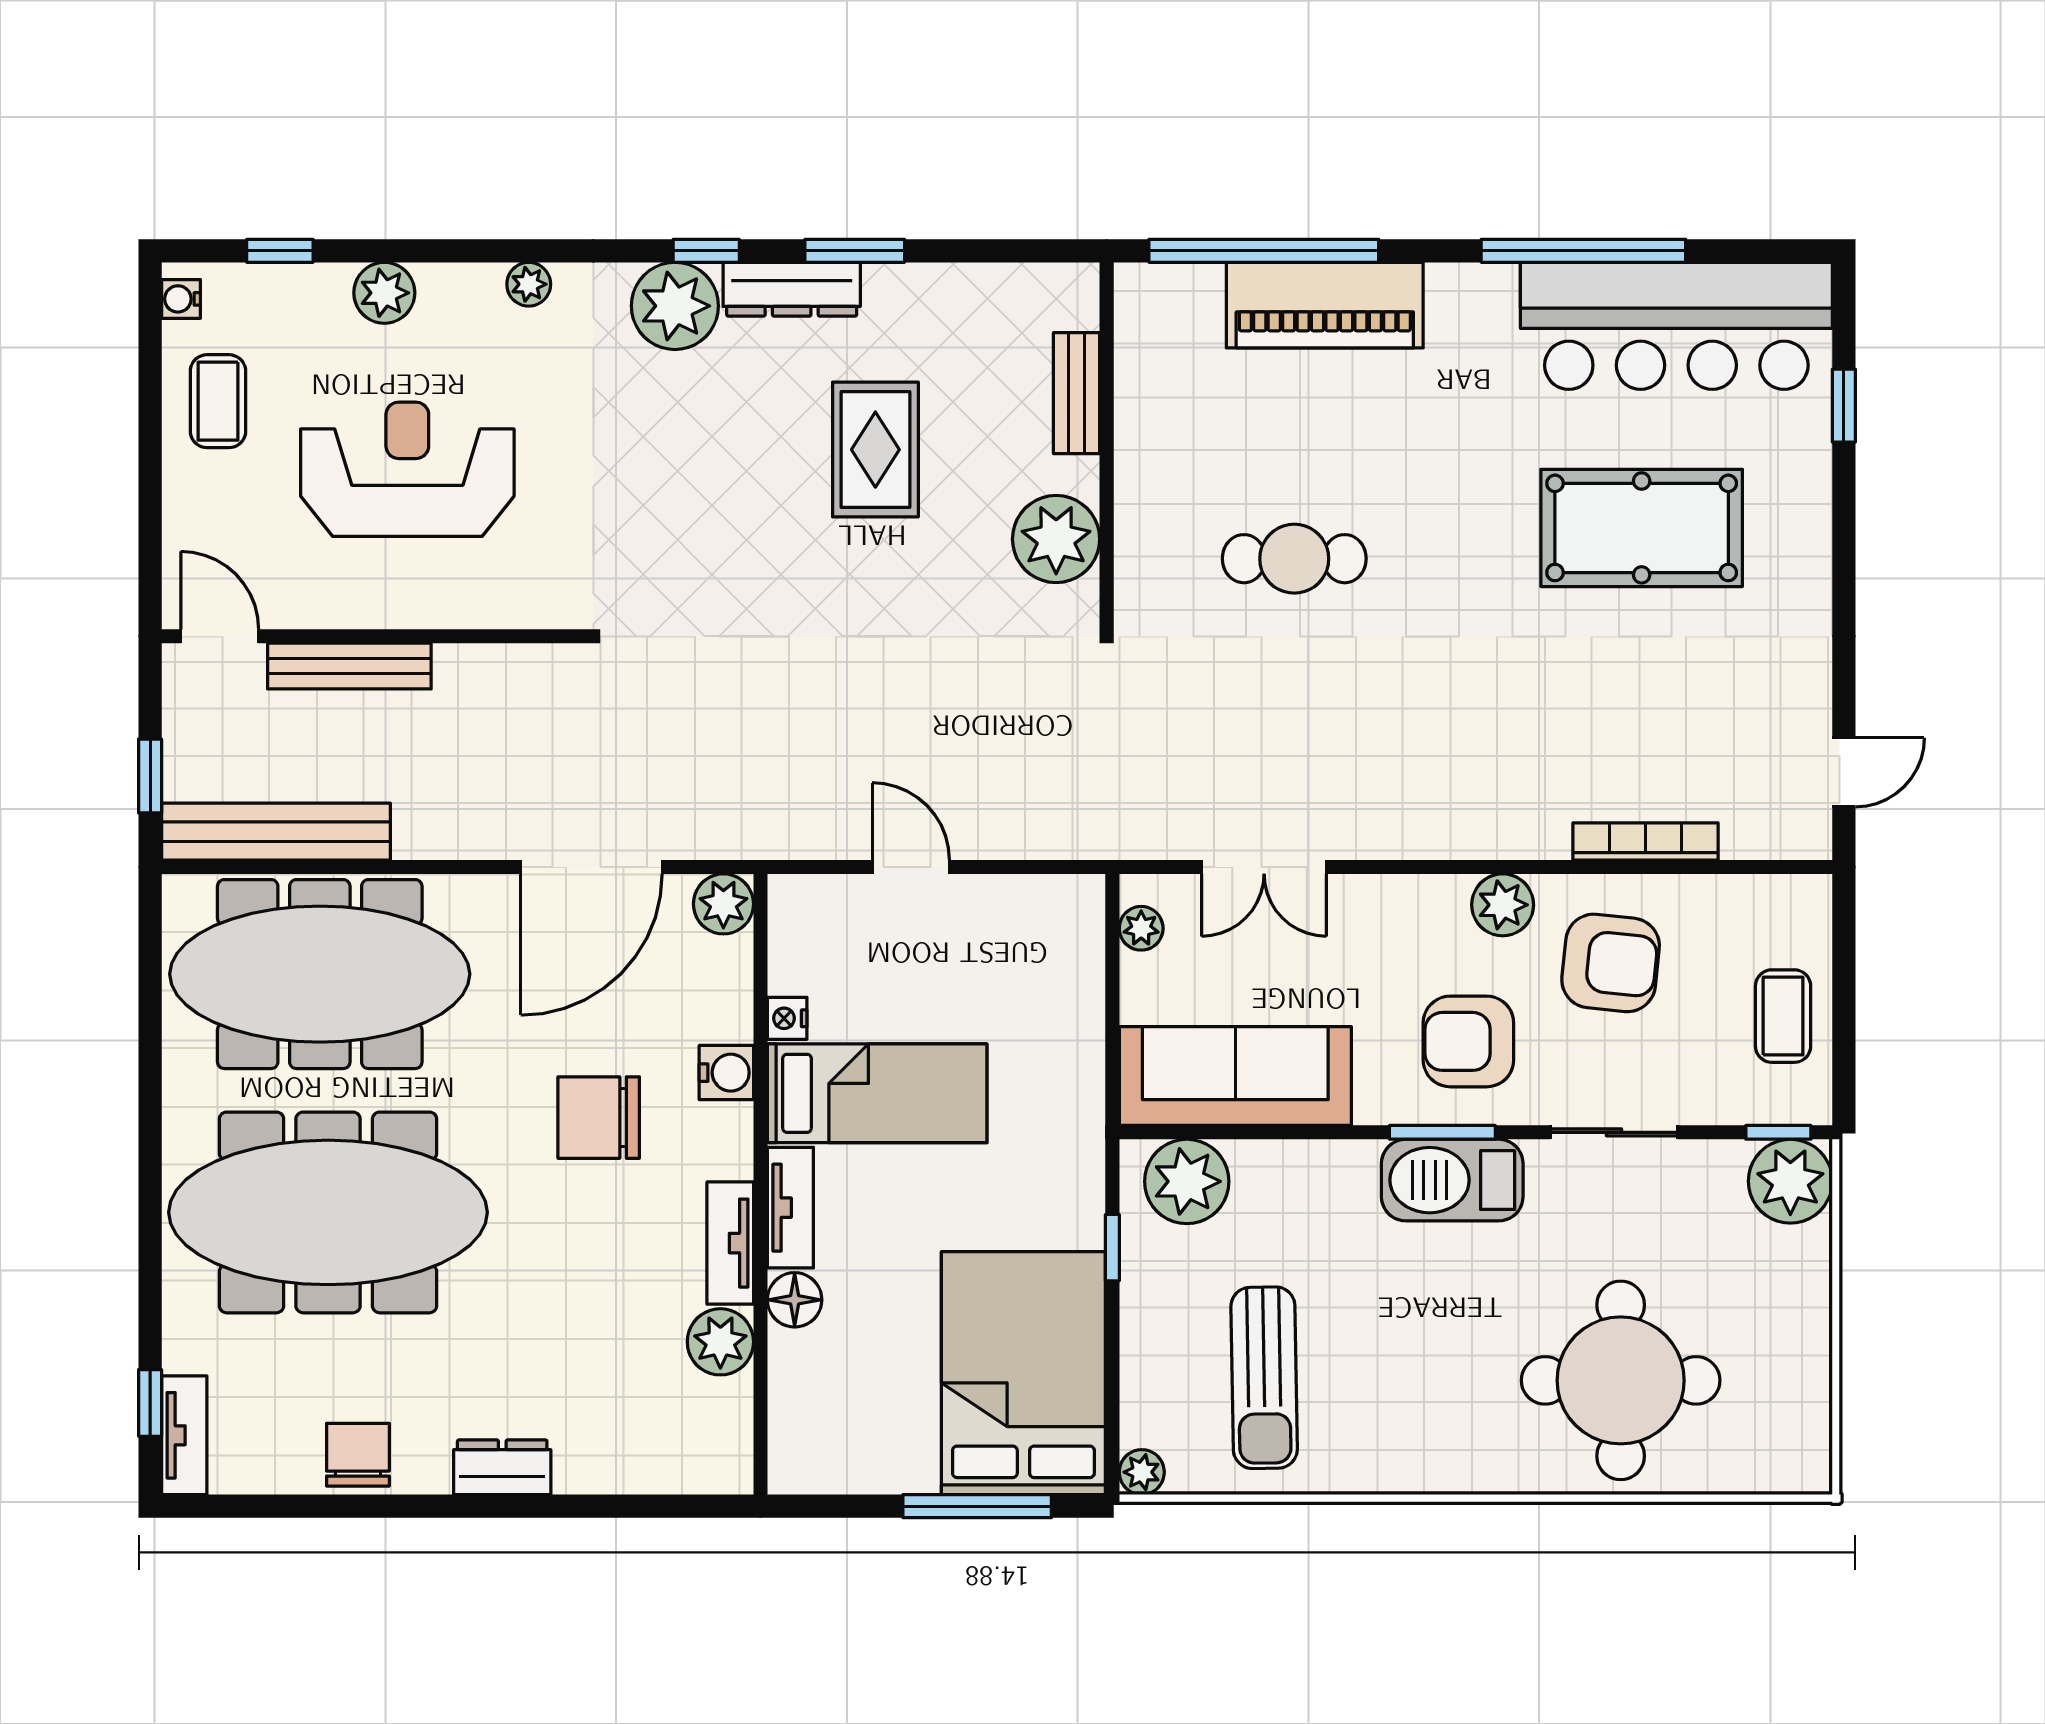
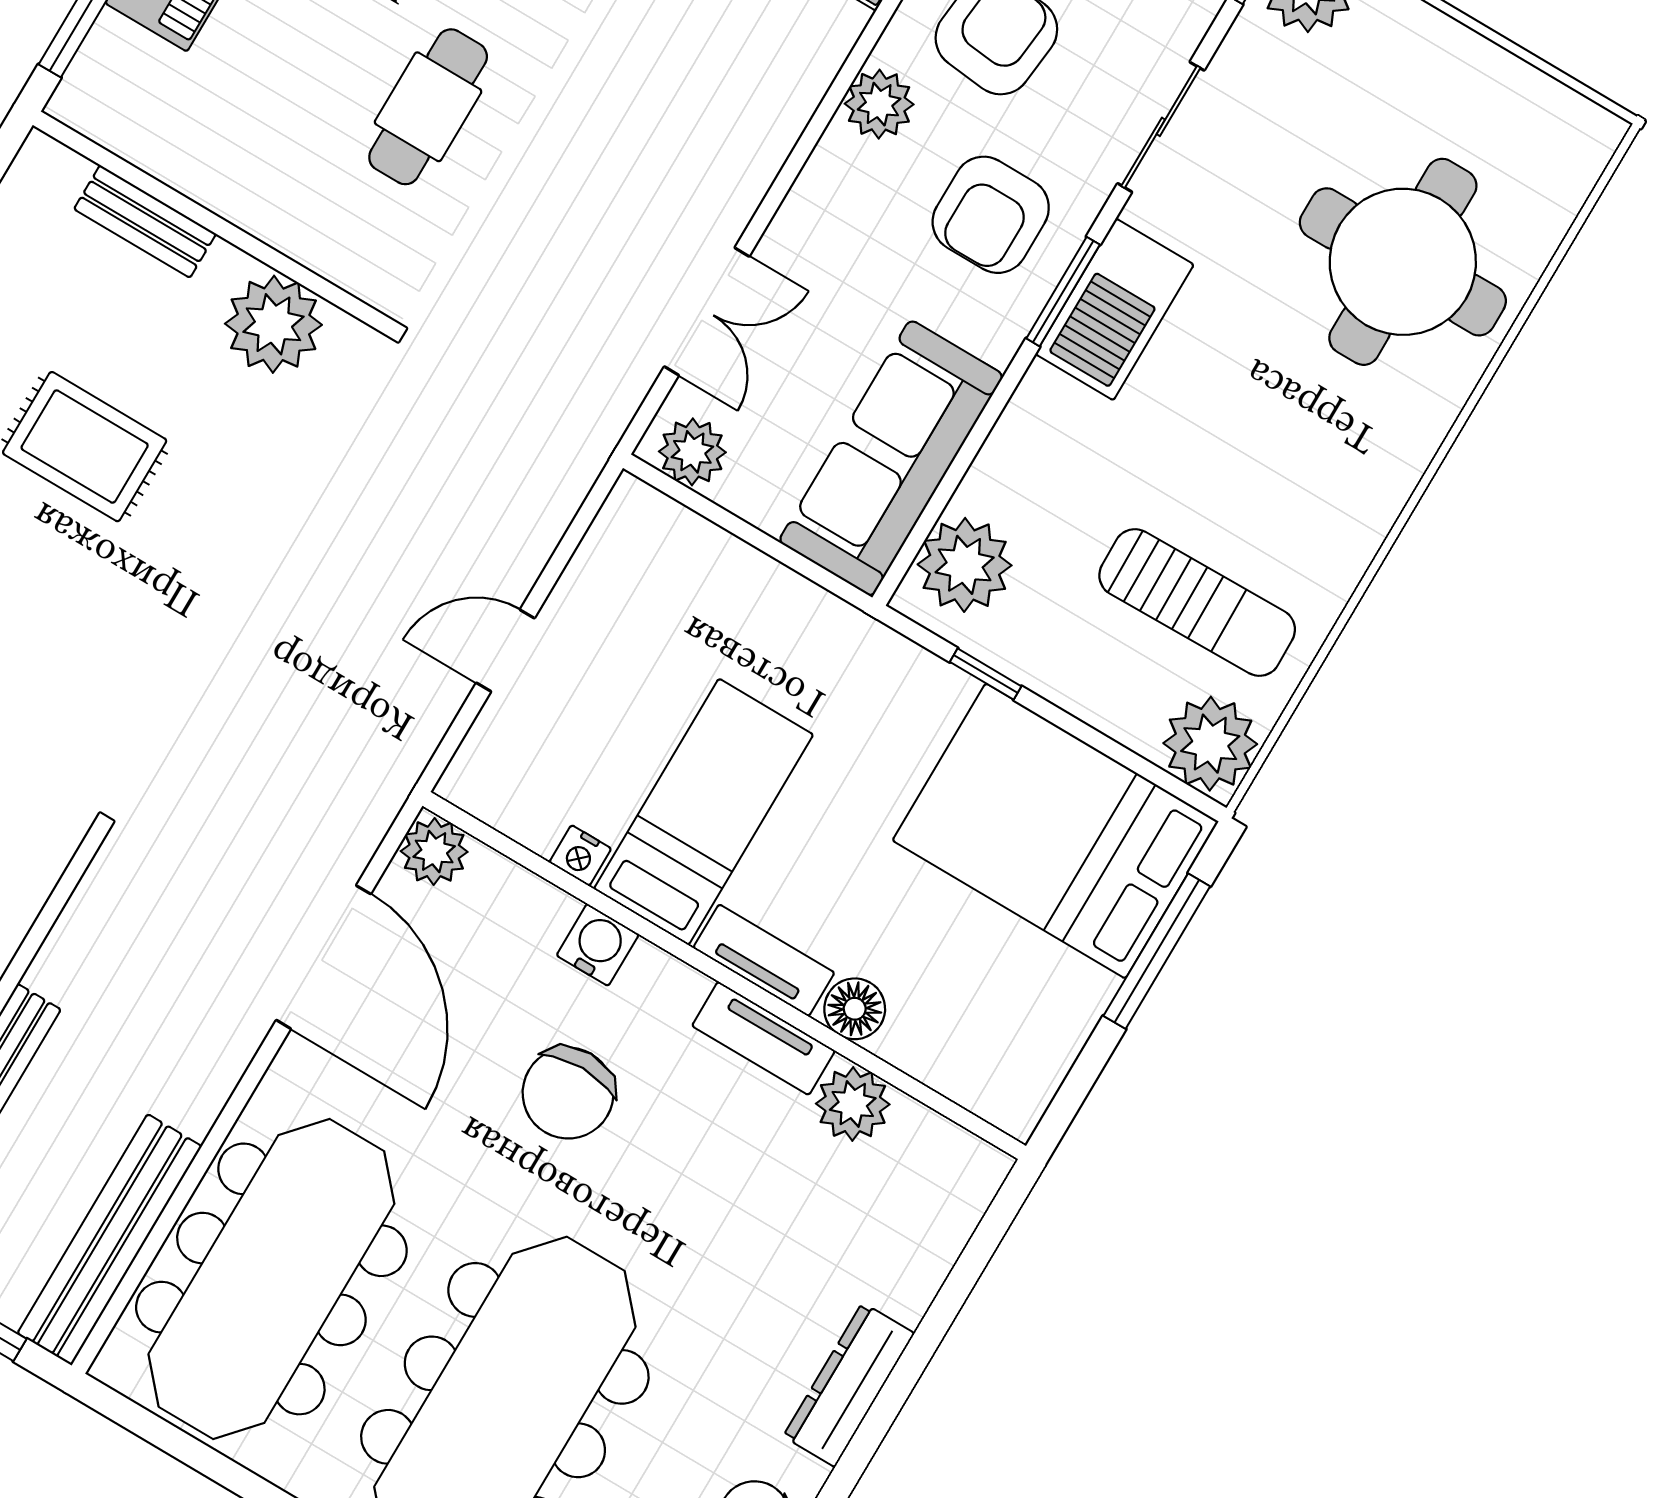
plant: (1141, 928) -> (692, 452), width x1.38, depth x1.38
dresser: (502, 1467) -> (849, 1385), width x1.44
plant: (1142, 1472) -> (1210, 744), width x1.88, depth x1.88

